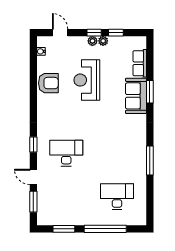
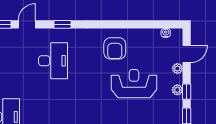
plant: (103, 41) -> (177, 68), moved
armchair: (48, 83) -> (115, 48), moved

